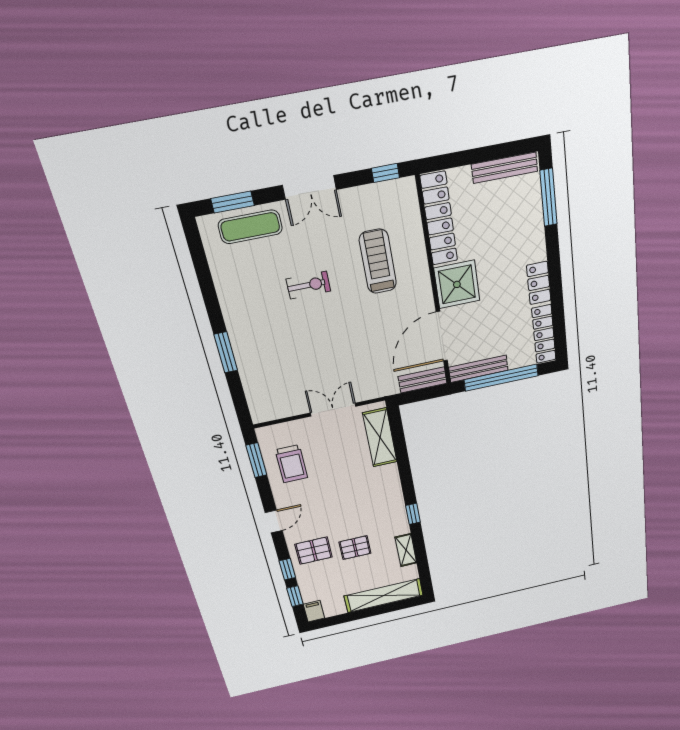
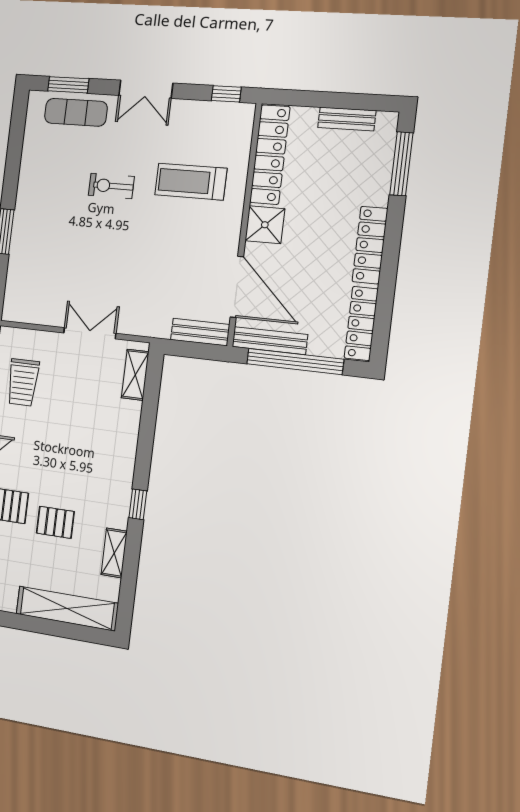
bench: (505, 168) -> (347, 119), width x0.73
treadmill: (378, 261) -> (191, 182), turned -90
locker: (539, 283) -> (370, 245), width x1.53
shower: (457, 284) -> (265, 225), width x0.73, depth x0.73
exercise bike: (308, 285) -> (111, 186), turned 180
door: (442, 336) -> (237, 287), swing flipped
shelving: (380, 438) -> (135, 375), width x0.67, depth x0.75

